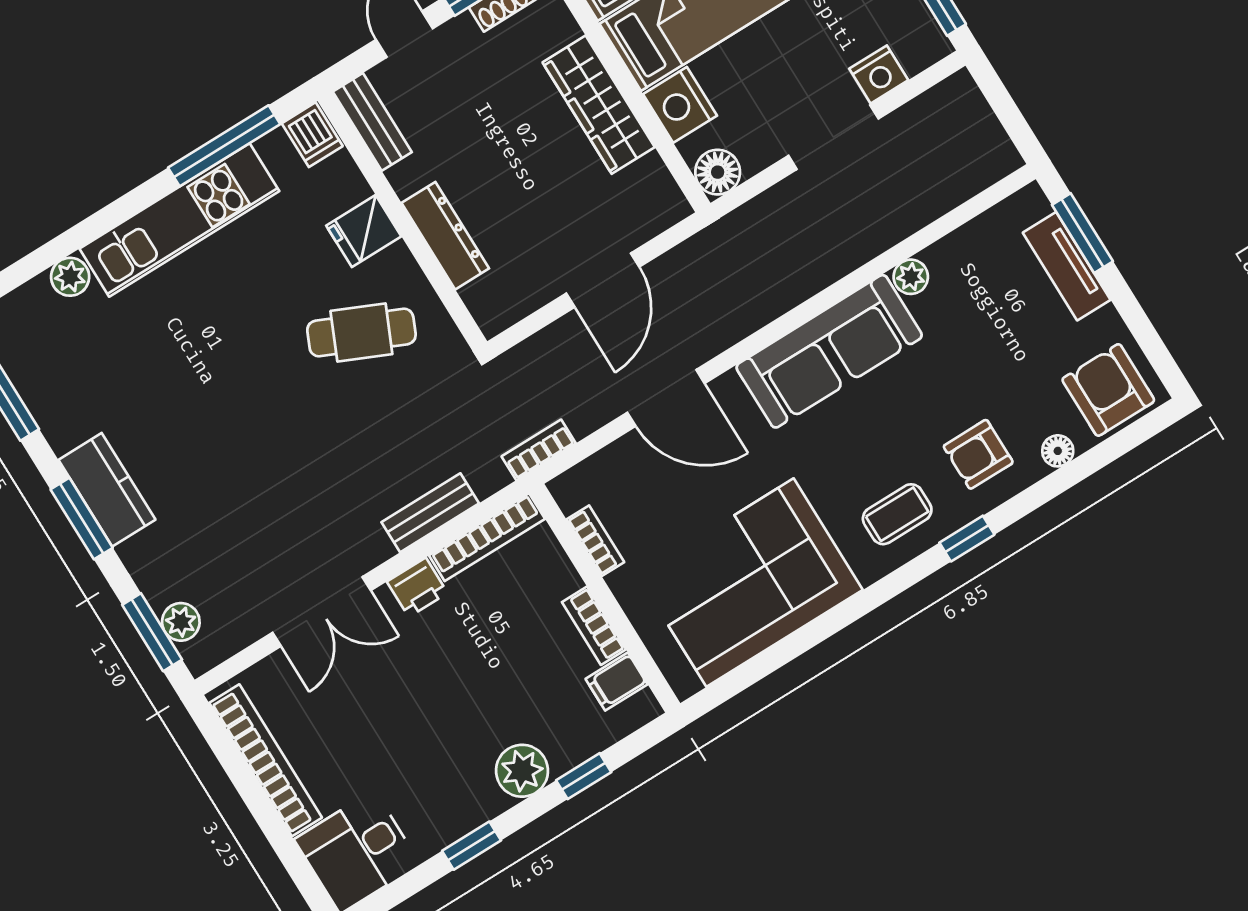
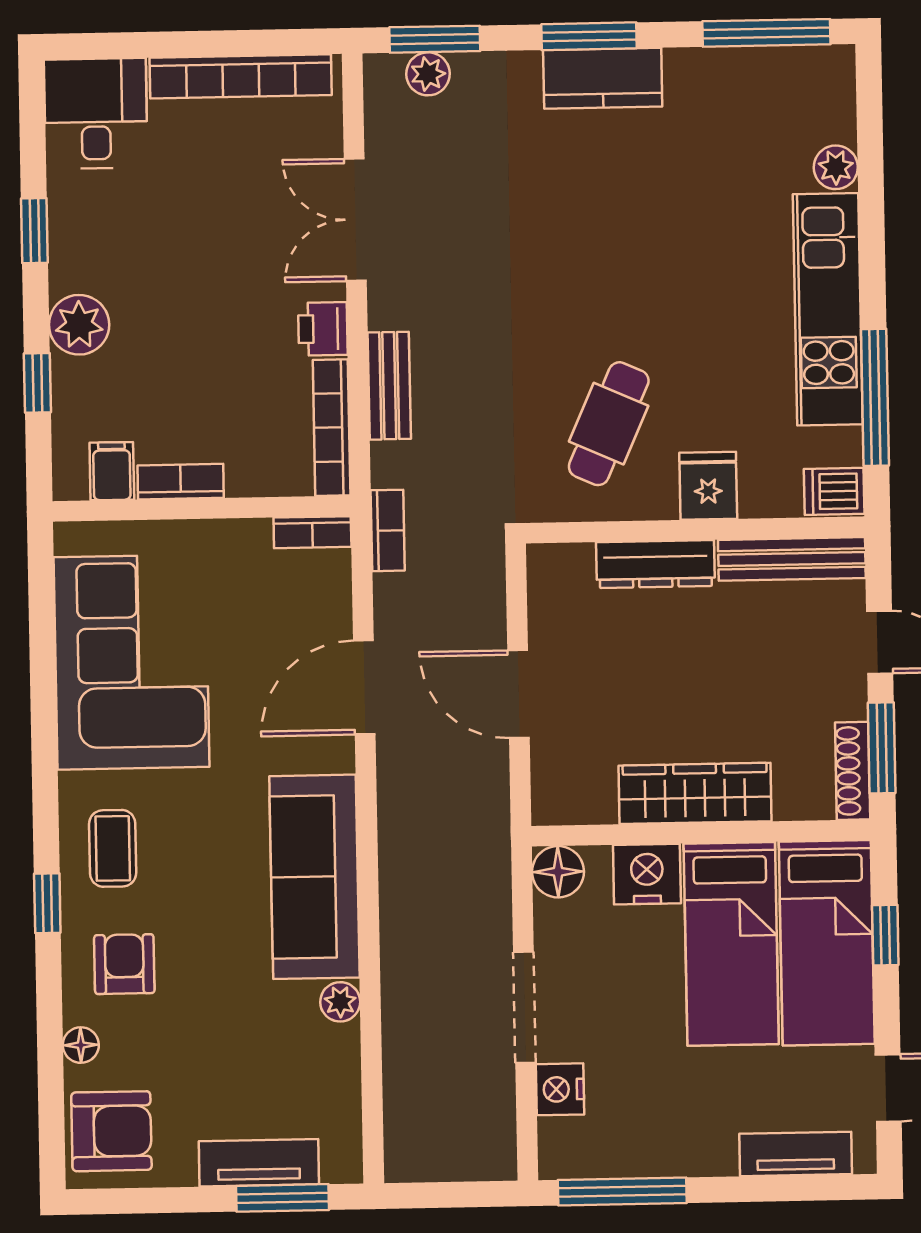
bench: (372, 122) -> (792, 559), width x1.36
bookcase: (595, 541) -> (312, 532), moved

